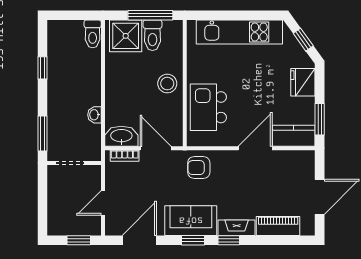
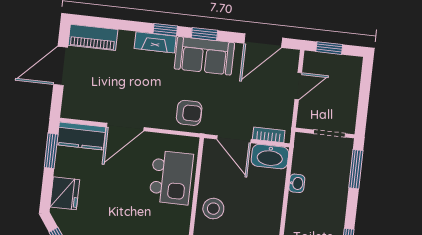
piano: (278, 226) -> (93, 37), moved

